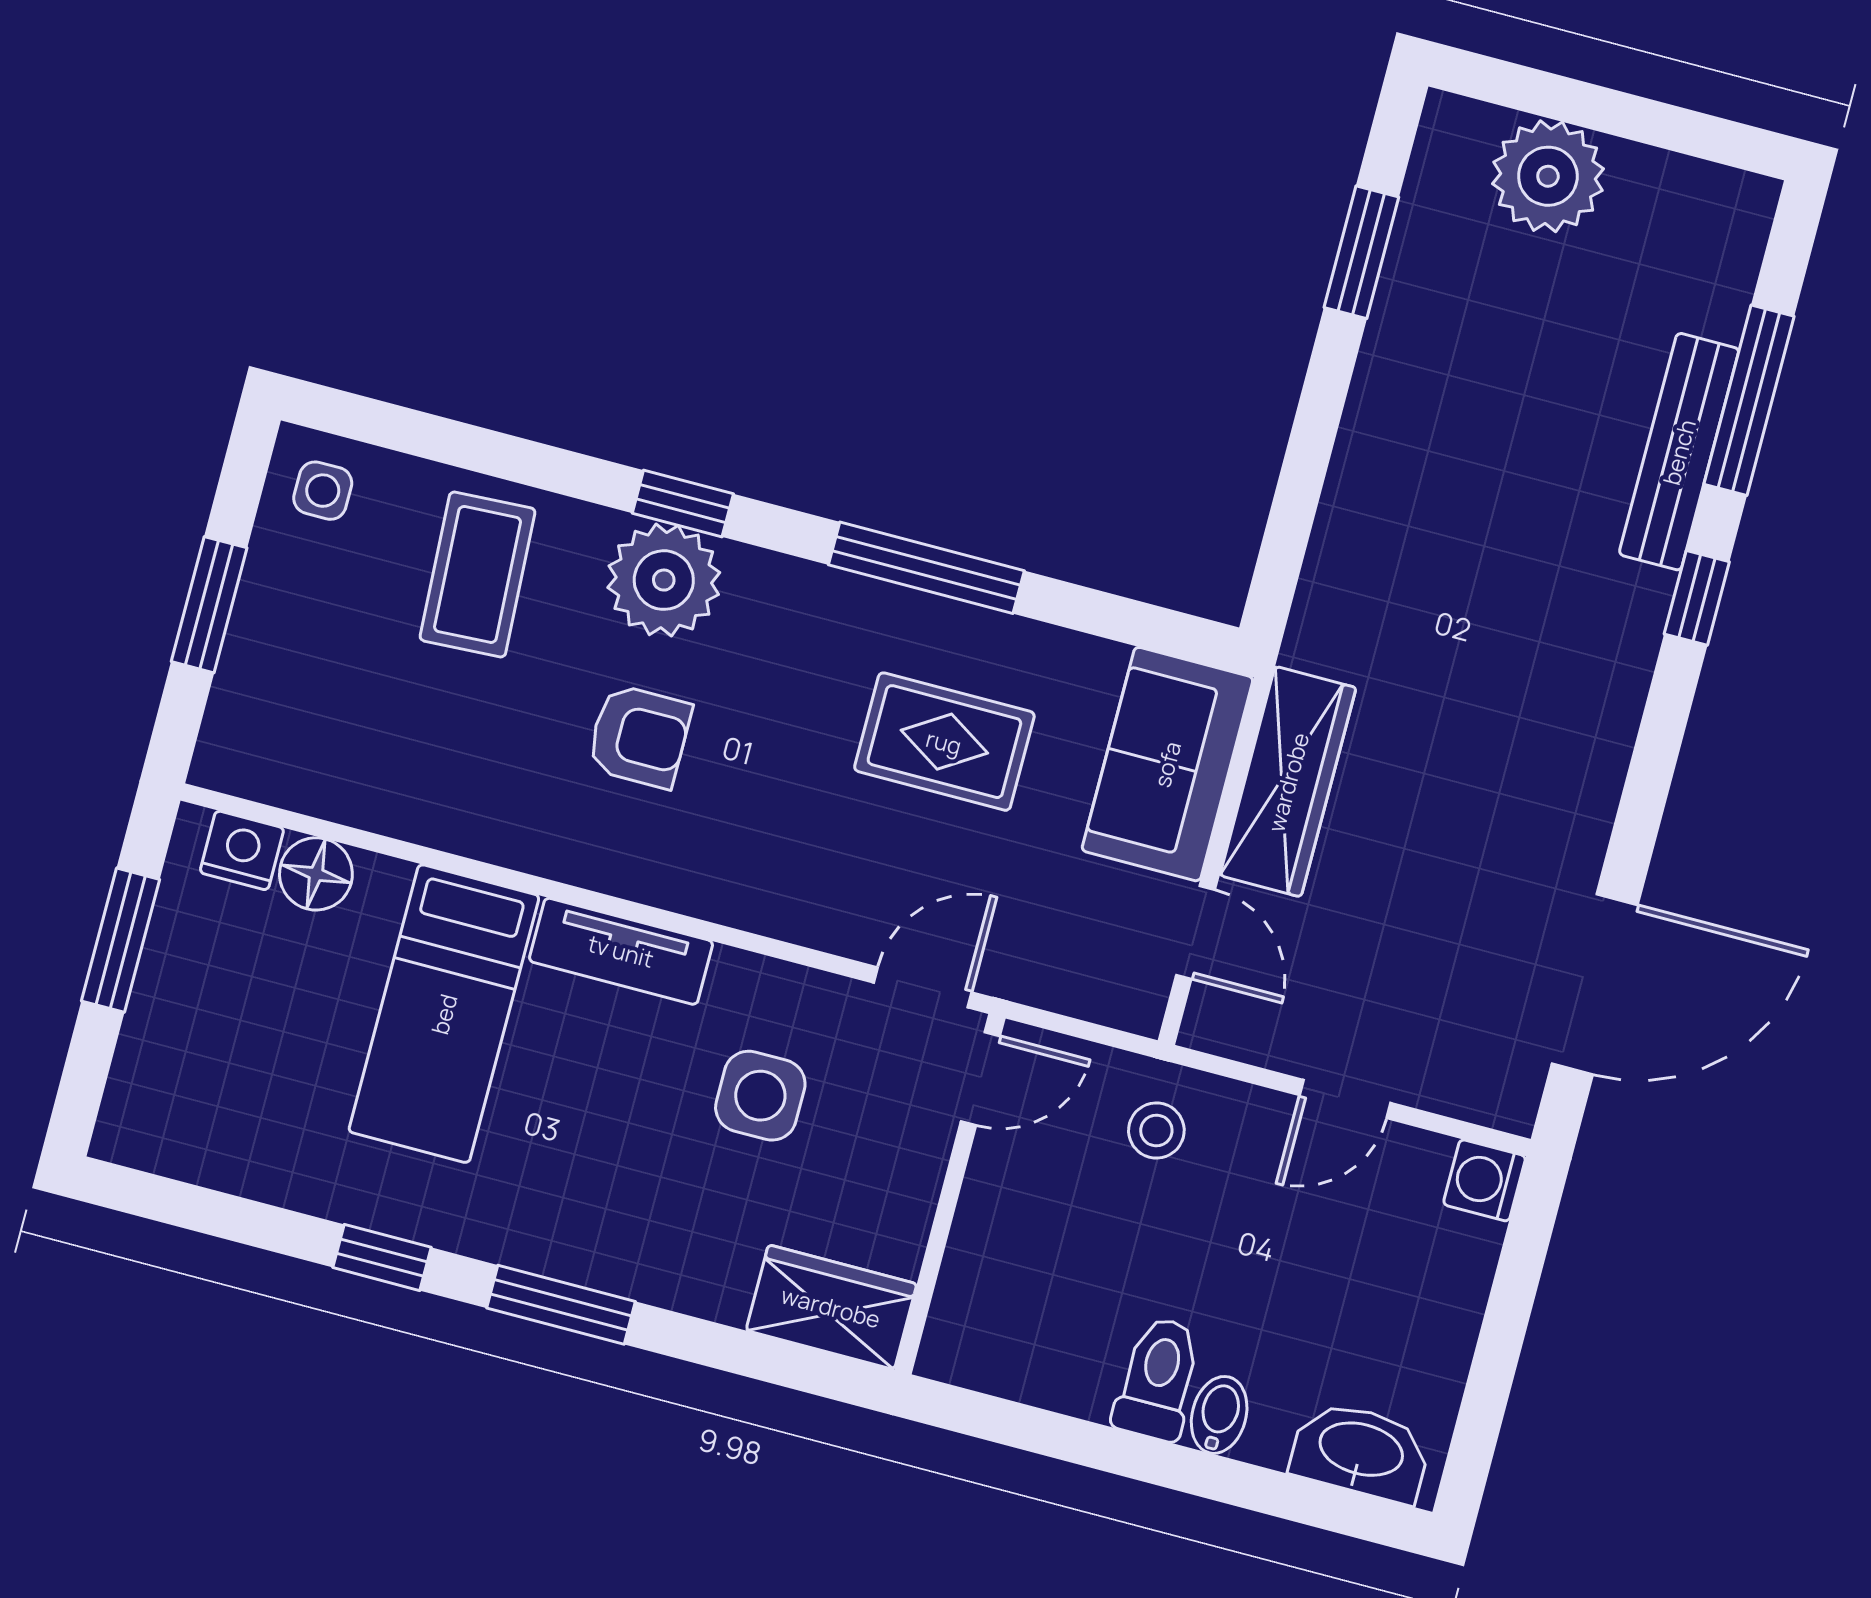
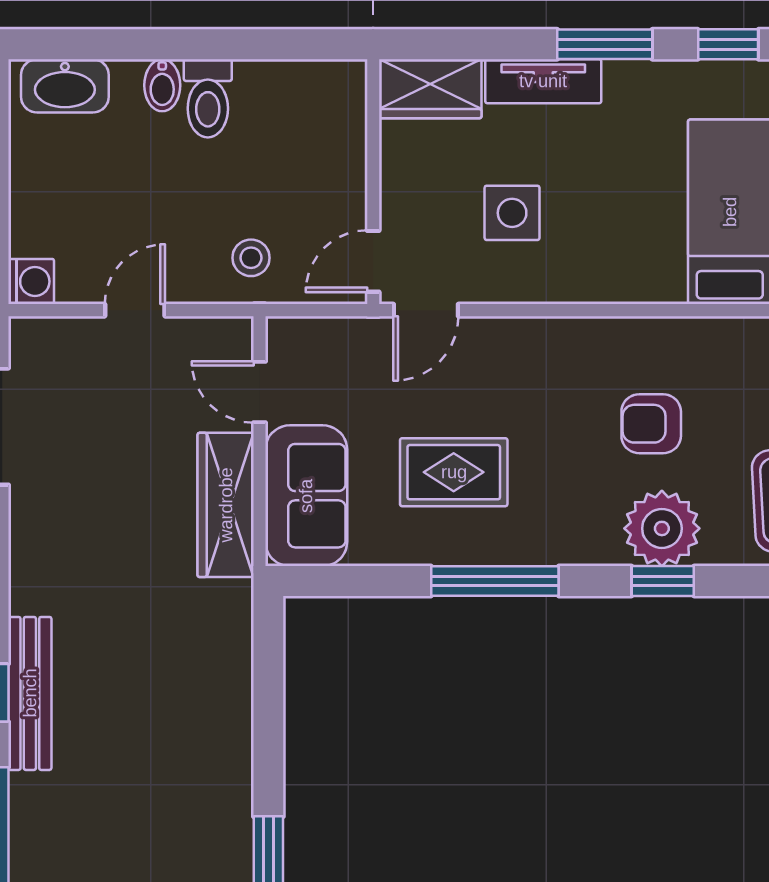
bench: (1679, 452) -> (30, 693), moved
tv unit: (621, 951) -> (543, 81), moved, turned 180

